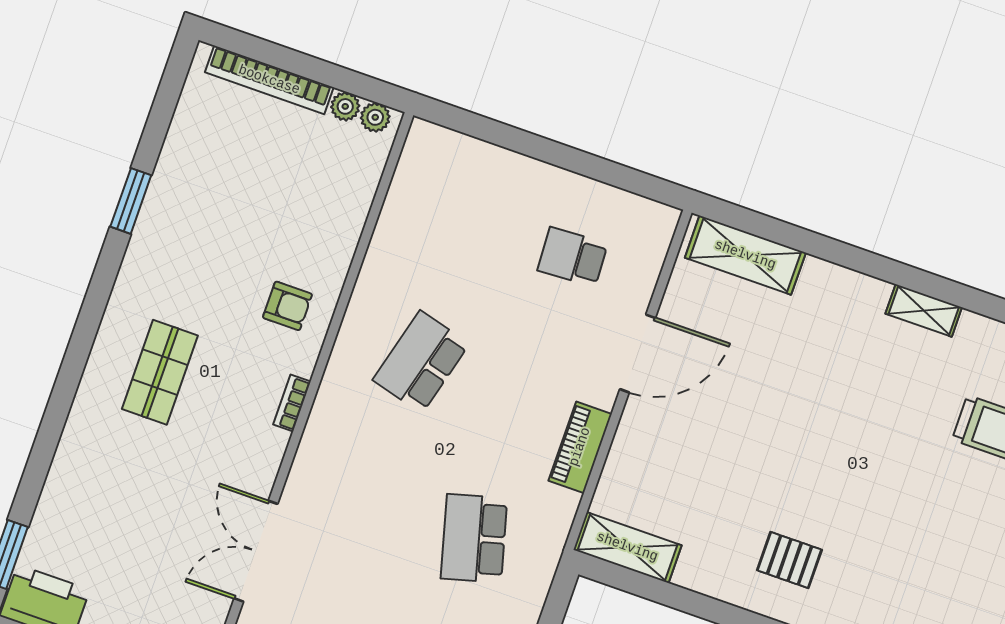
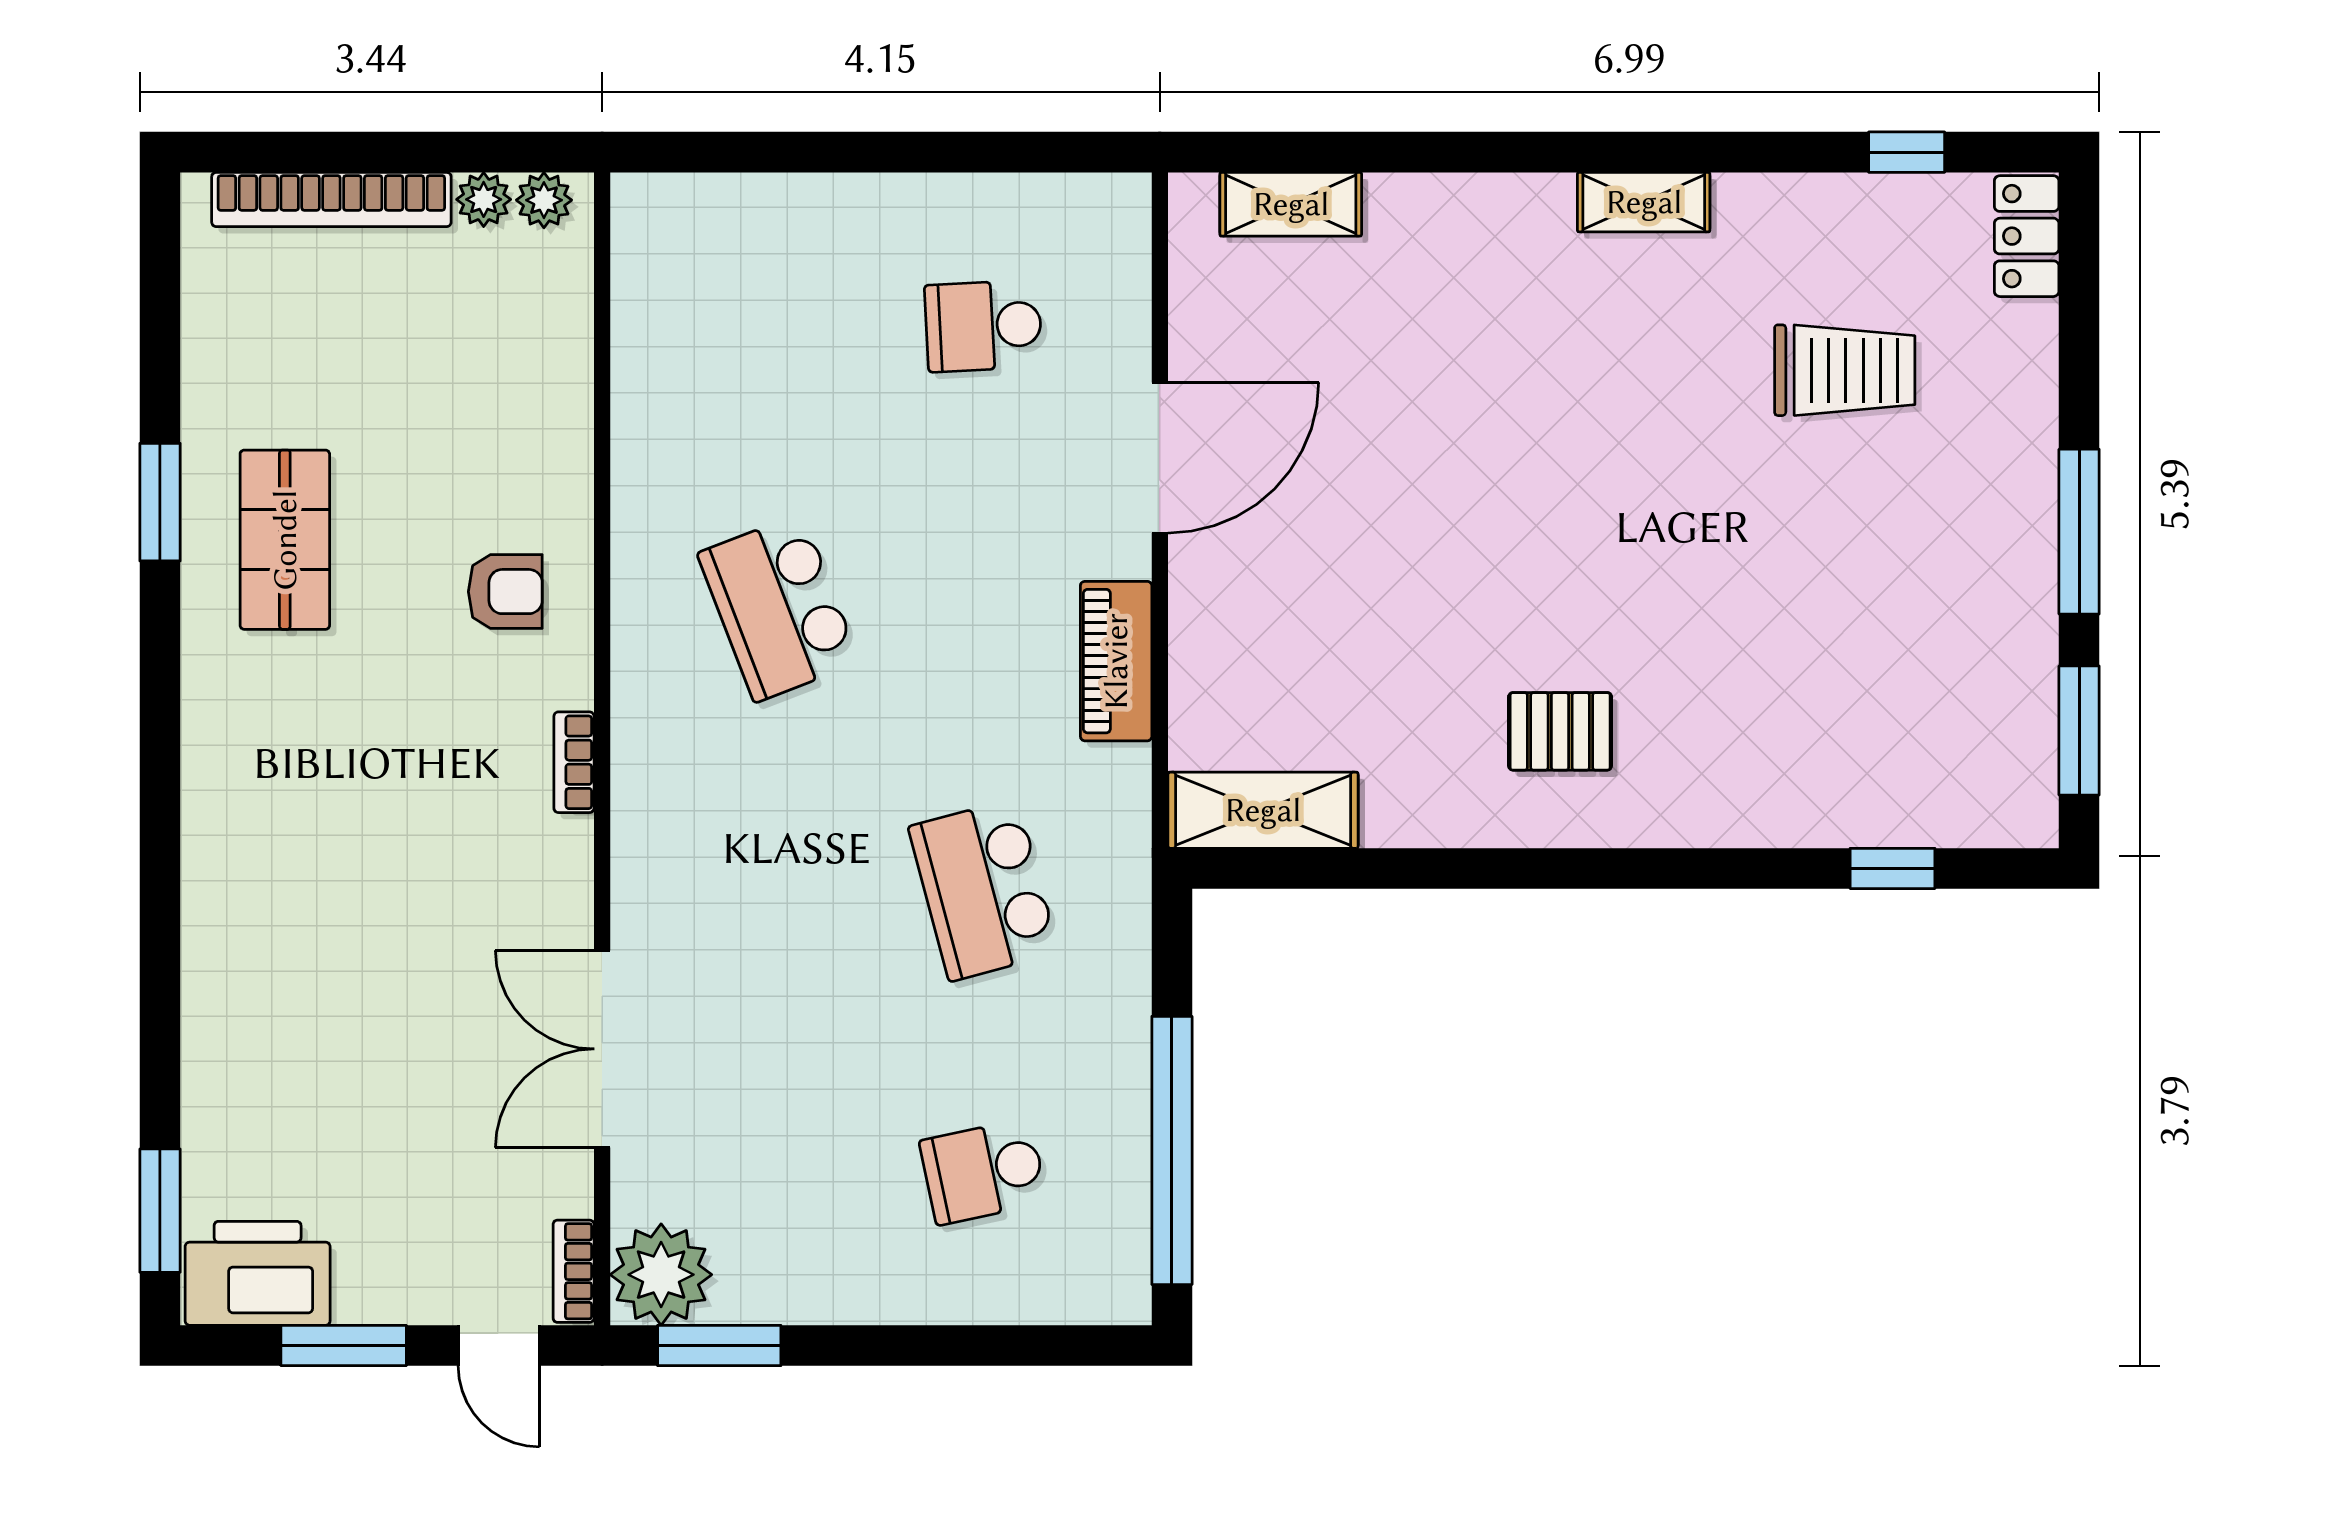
shelving: (745, 255) -> (1291, 204), width x0.67, depth x0.75
school desk: (421, 362) -> (779, 608), turned -36
shop shelf: (160, 372) -> (285, 540), moved

